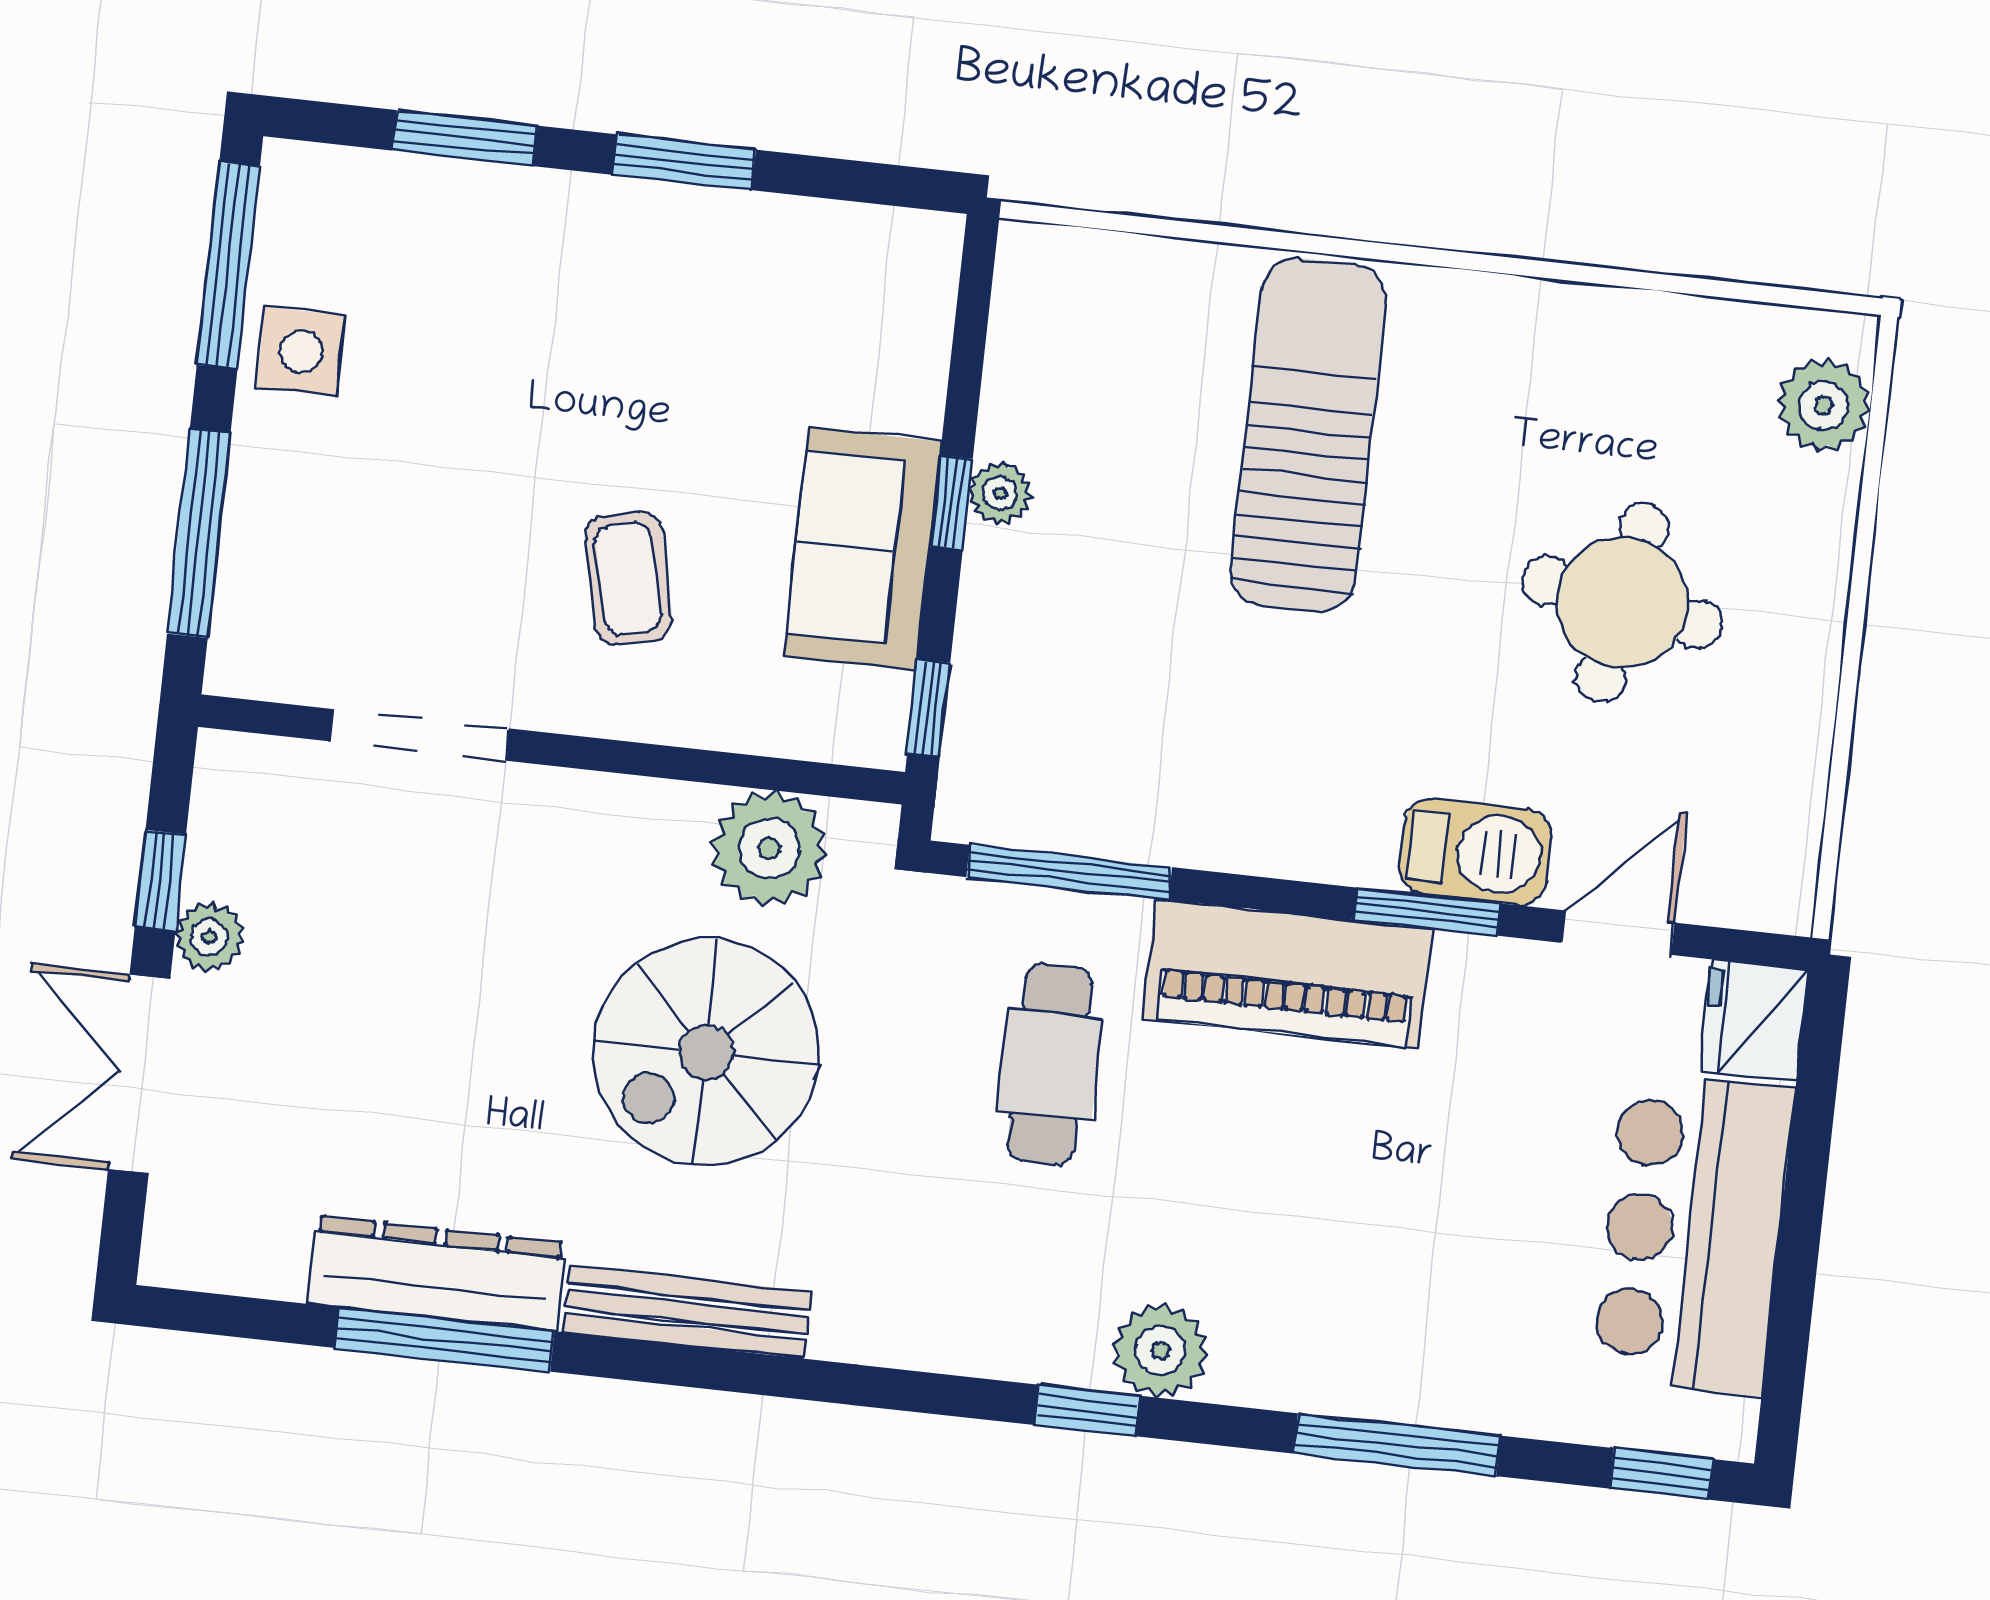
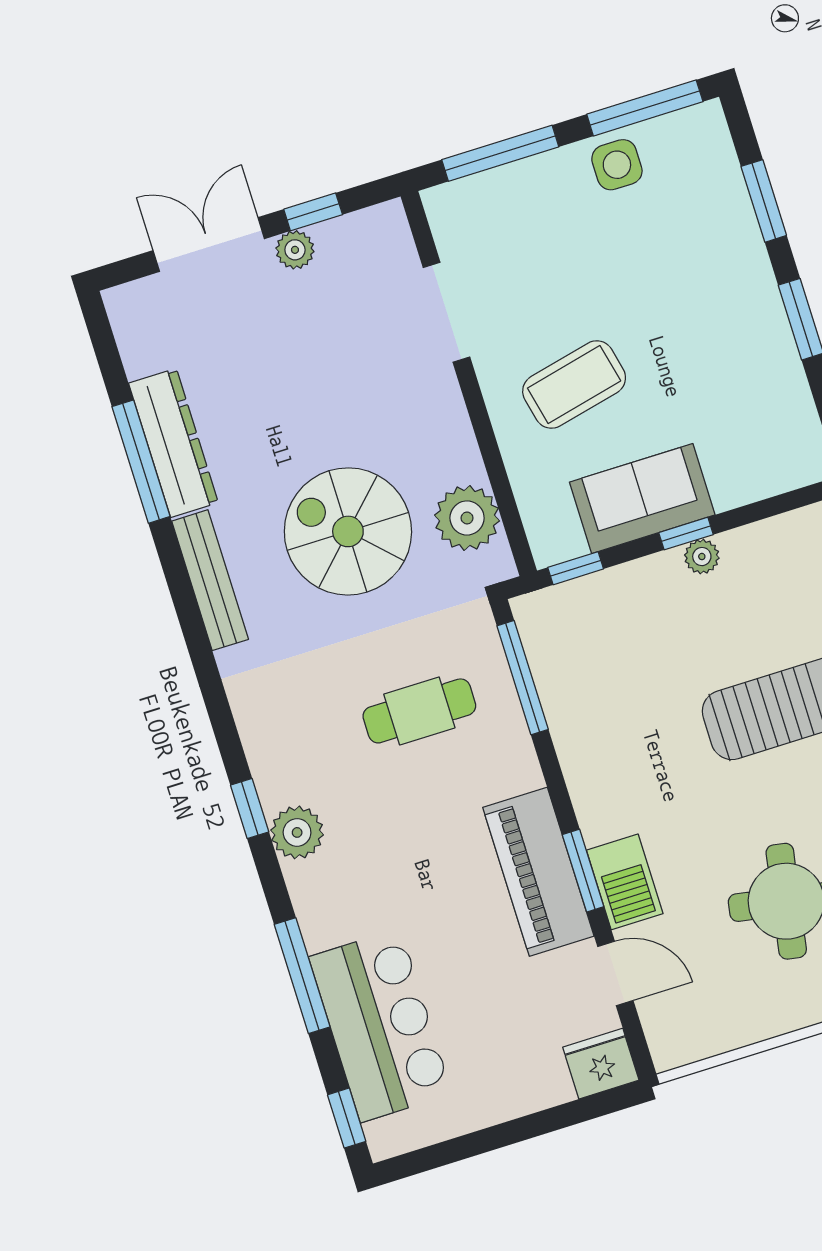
coffee table: (628, 579) -> (574, 385), width x1.36, depth x1.30
piano: (1287, 973) -> (538, 872), moved
bar counter: (1693, 1233) -> (380, 1025), moved, turned 90

